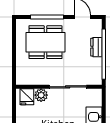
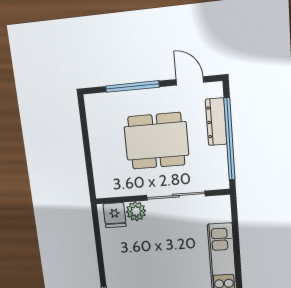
dining table: (45, 42) -> (156, 141), moved
dresser: (96, 47) -> (216, 122), width x1.44

